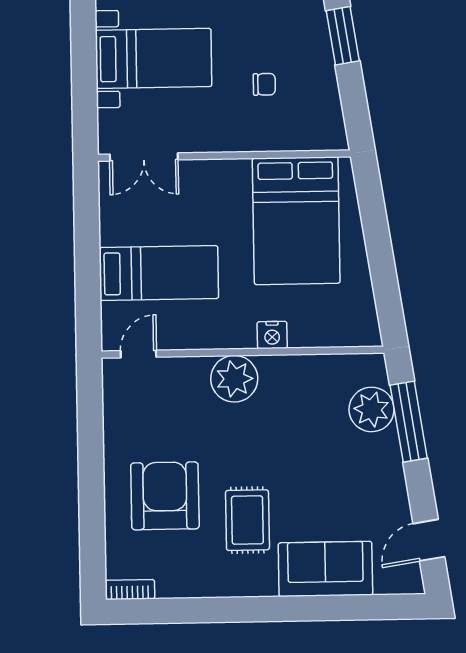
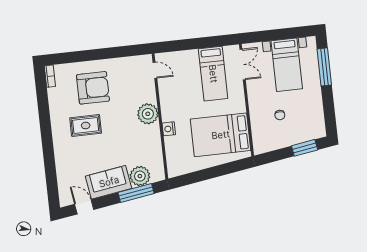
double door: (144, 157) -> (243, 65), swing flipped
bed: (159, 273) -> (213, 74), moved
sofa: (325, 569) -> (109, 182), moved, turned -99

